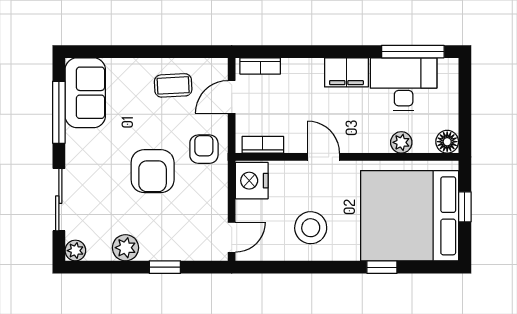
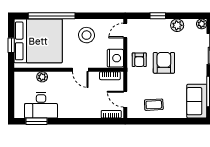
window: (413, 52) -> (37, 121), width x0.69
filing cabinet: (346, 72) -> (69, 111), removed
door: (232, 97) -> (125, 99), swing flipped
floor lamp: (447, 142) -> (20, 77), removed
armchair: (204, 149) -> (139, 60), moved
window: (382, 267) -> (52, 16), width x3.17

